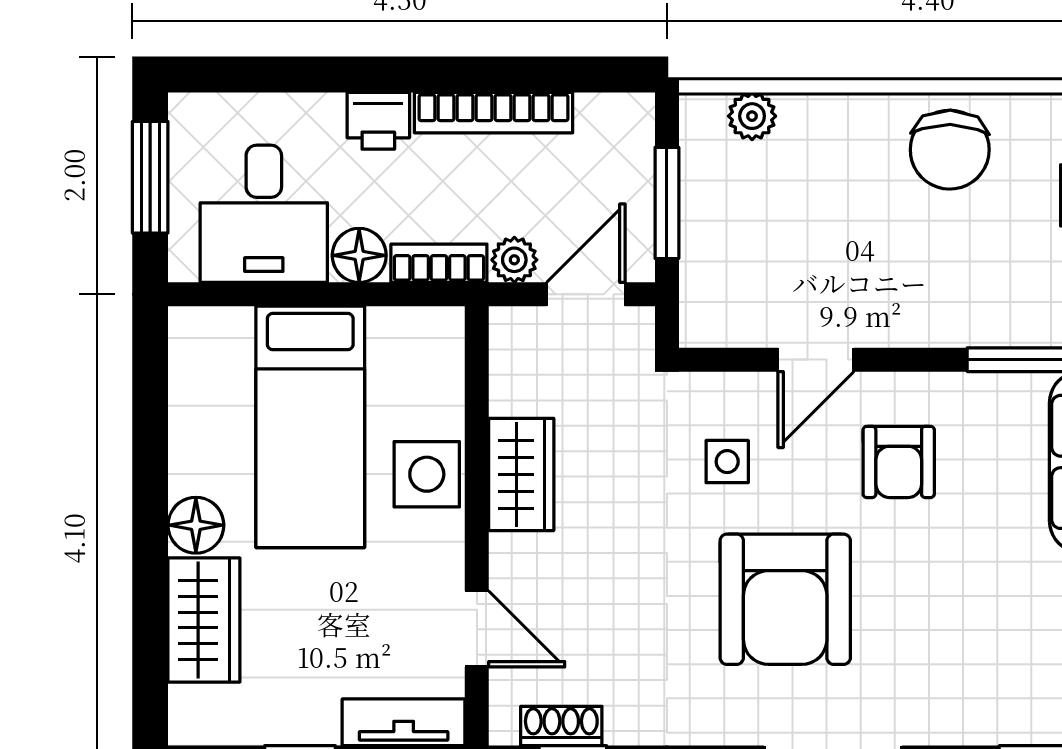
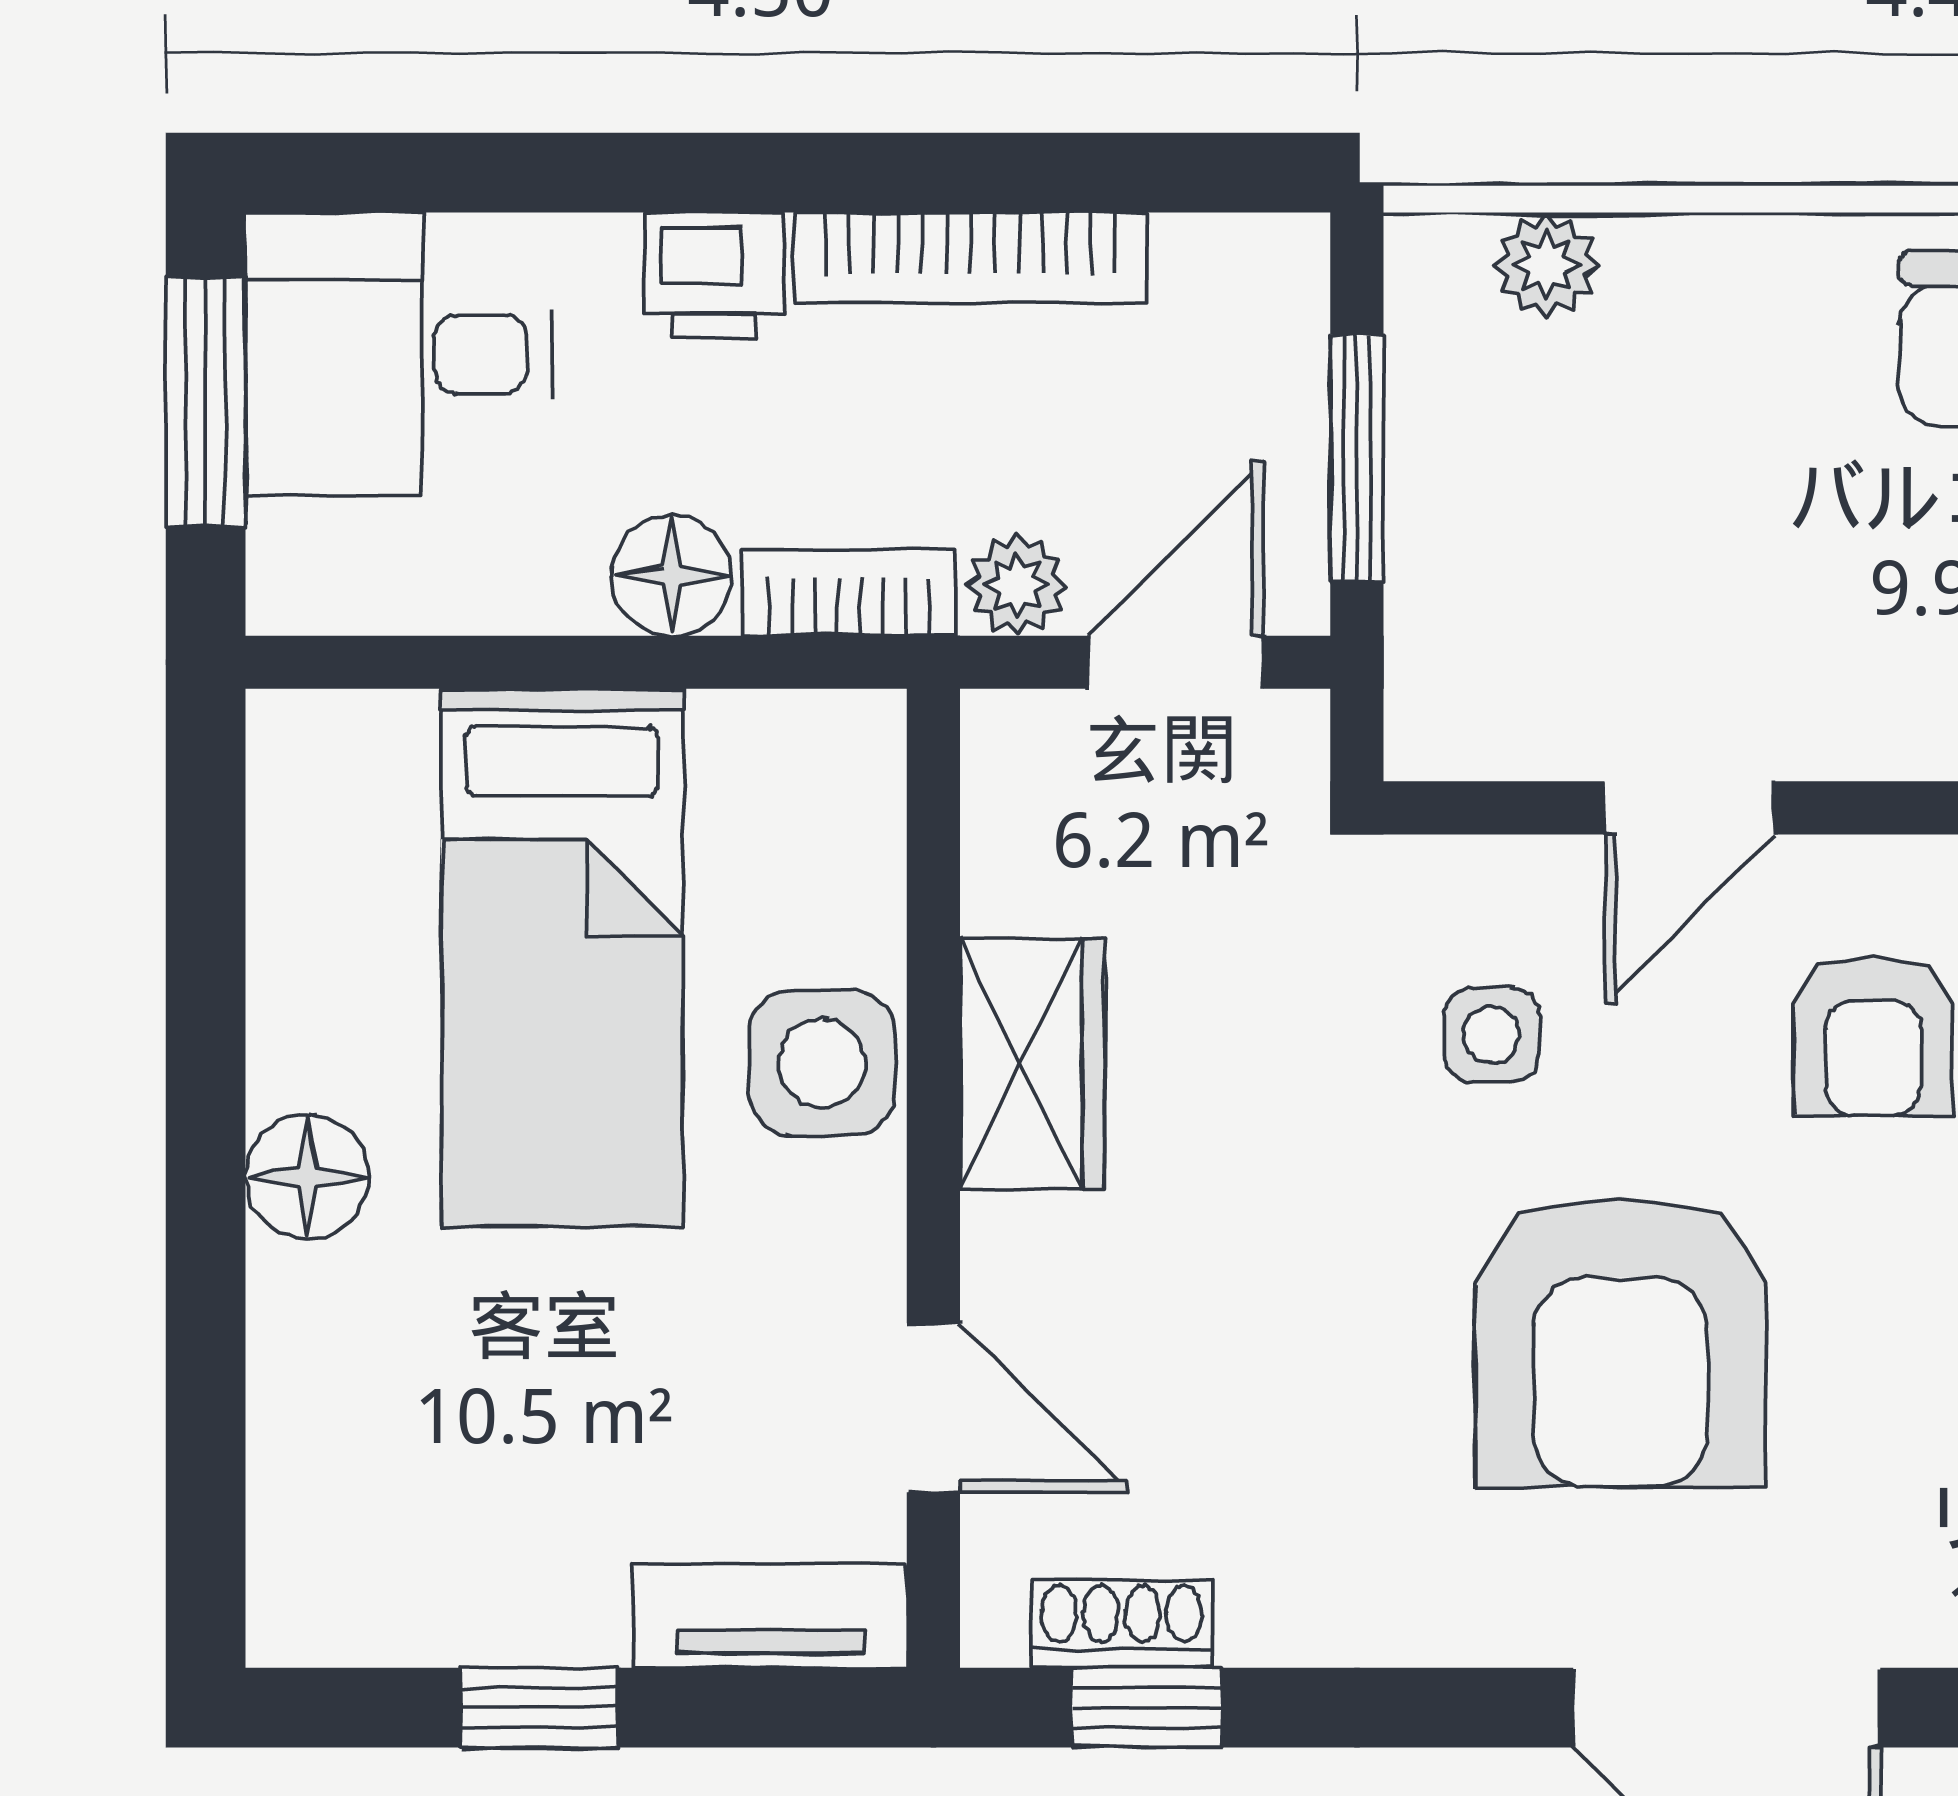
desk: (264, 214) -> (398, 354), moved, turned 90
wardrobe: (204, 620) -> (326, 1388), removed

